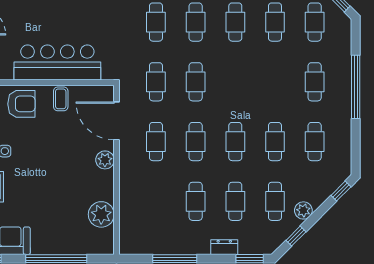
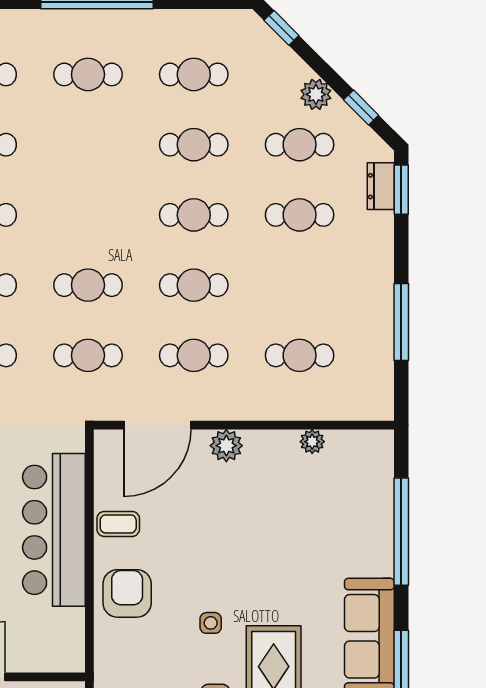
cafe table: (196, 201) -> (300, 355), moved
plant: (101, 214) -> (312, 442), width x0.53, depth x0.53
dresser: (224, 247) -> (381, 186), moved

